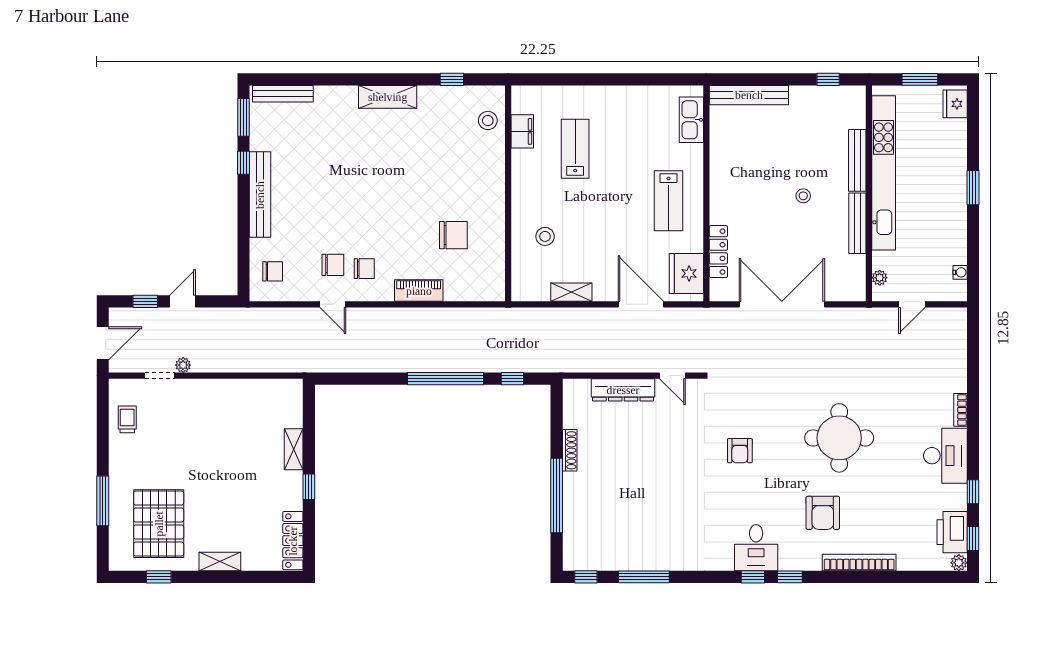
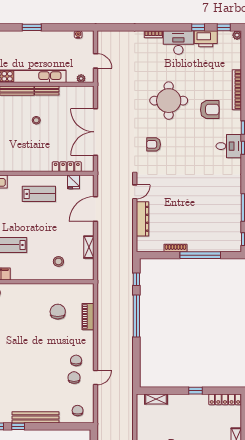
bench: (857, 223) -> (47, 91), width x0.73
fridge: (686, 273) -> (74, 182), width x0.53, depth x0.75
piano: (419, 291) -> (88, 317), moved
shelving: (294, 449) -> (156, 399), moved
armchair: (740, 451) -> (154, 144), moved, turned 180
printer: (952, 532) -> (206, 39), moved

